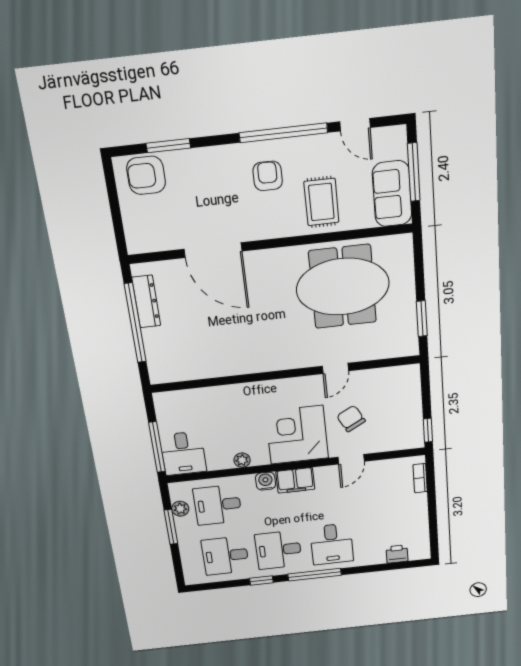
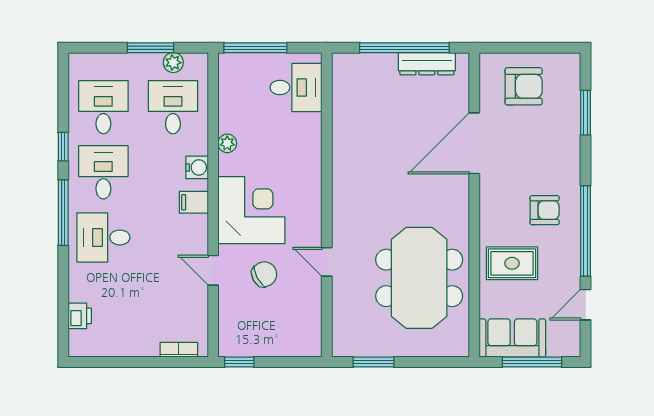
armchair: (146, 175) -> (524, 86), moved, turned 90
desk: (183, 453) -> (296, 87), moved, turned 180
filing cabinet: (295, 480) -> (194, 202), width x0.50

